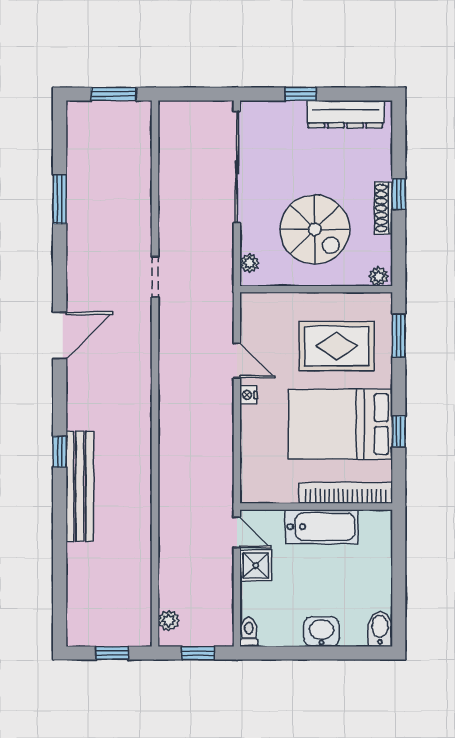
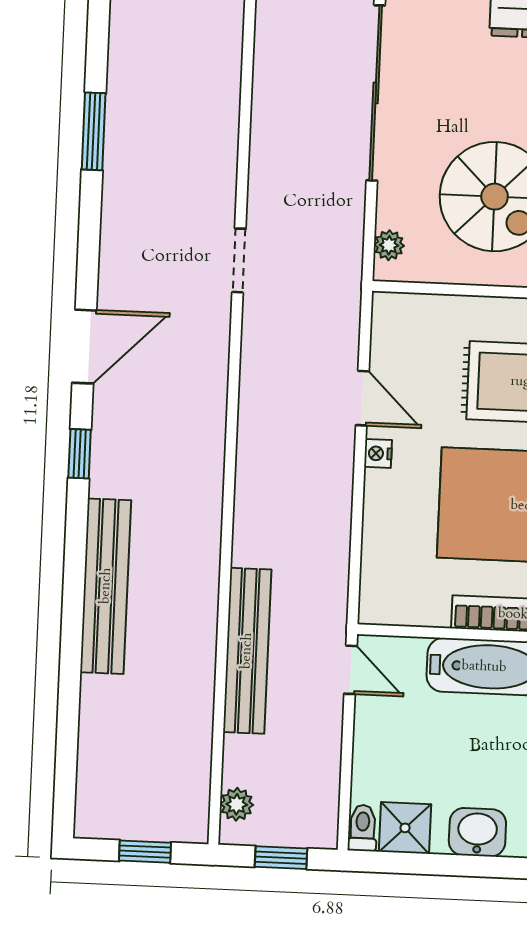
window: (60, 452) -> (80, 454), moved
bench: (171, 523) -> (247, 651), added
shower: (256, 565) -> (405, 828), moved

